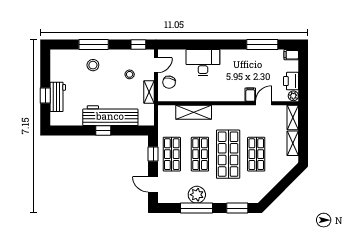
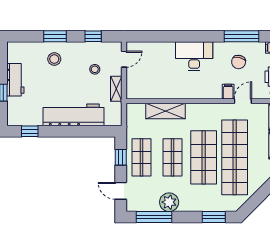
window: (94, 45) -> (55, 36), width x0.69
window: (138, 45) -> (93, 36), moved
desk: (203, 63) -> (194, 56), moved
chair: (169, 82) -> (239, 62), moved
workbench: (58, 97) -> (15, 80), moved
window: (103, 131) -> (30, 131), moved
shop shelf: (256, 154) -> (235, 157), width x2.00, depth x1.36
window: (197, 208) -> (154, 217), moved

